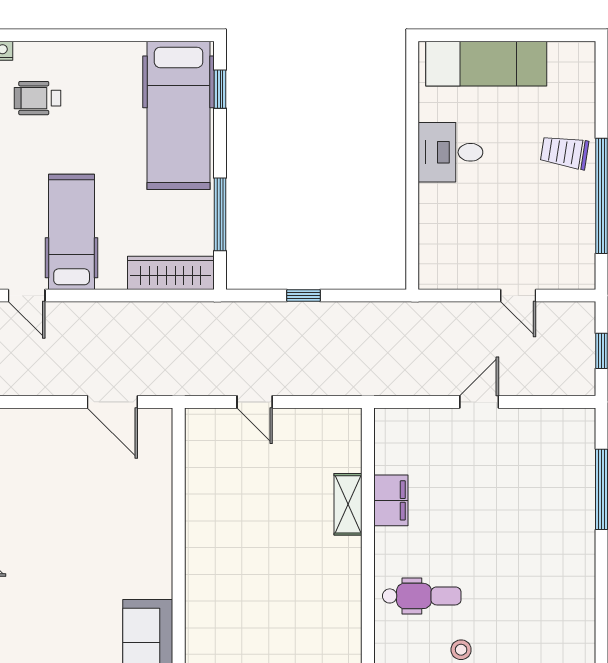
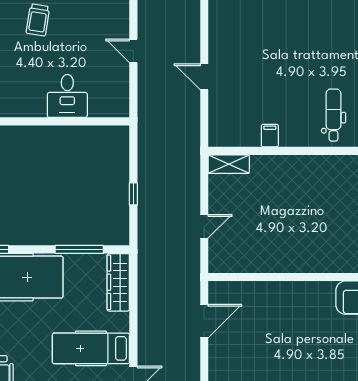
desk: (450, 152) -> (67, 96), moved
door: (518, 295) -> (133, 51), swing flipped
filing cabinet: (391, 500) -> (270, 136), width x0.50
shelving: (348, 504) -> (229, 164), moved

